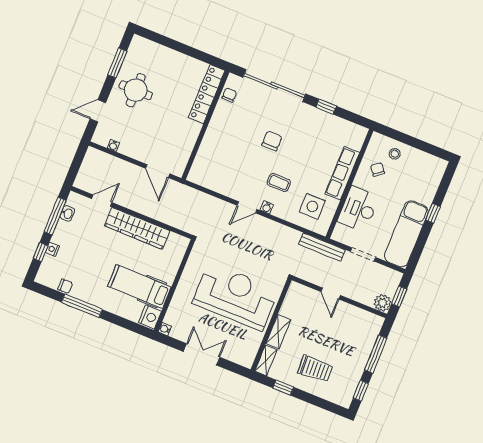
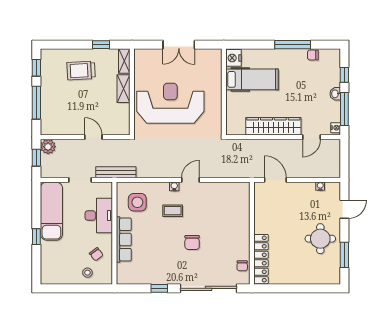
washbasin: (67, 213) -> (335, 94), moved
nightstand: (52, 249) -> (336, 128), moved
reception desk: (235, 296) -> (170, 103), turned 180
water cooler: (165, 329) -> (217, 53), removed

